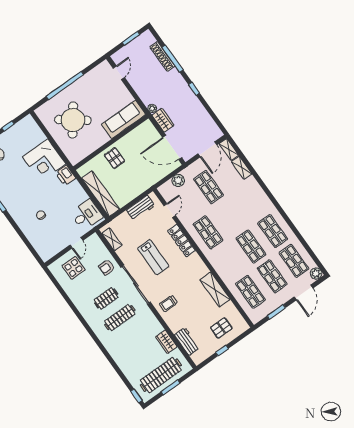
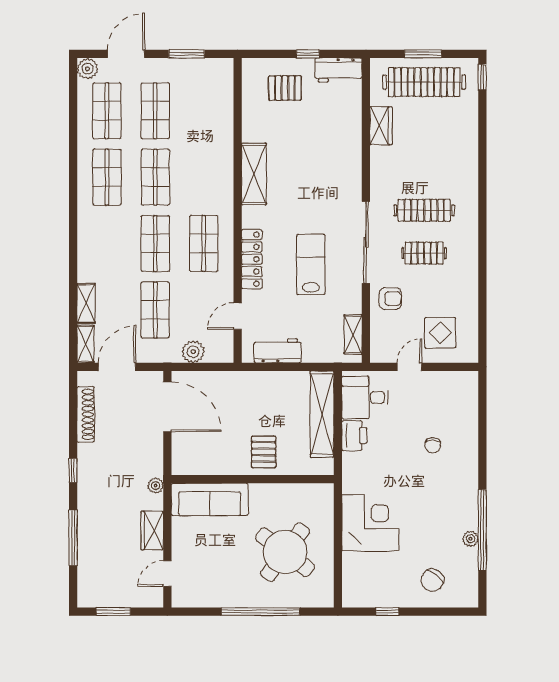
shoe rack: (162, 56) -> (86, 414), moved
wardrobe: (163, 120) -> (152, 531), moved
printer: (66, 175) -> (354, 436), moved
shelving: (215, 290) -> (254, 174), moved
shop shelf: (250, 292) -> (155, 244), moved
trolley: (168, 303) -> (337, 180), removed
workbench: (187, 341) -> (338, 70), moved, turned -90

